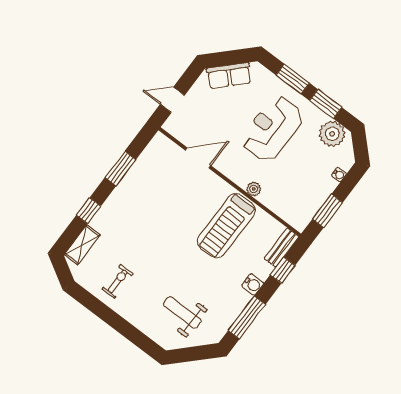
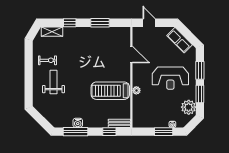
reception desk: (272, 129) -> (170, 78), turned 180
window: (327, 211) -> (164, 132), moved
water cooler: (253, 284) -> (78, 123), moved
weight bench: (182, 313) -> (53, 82), moved

